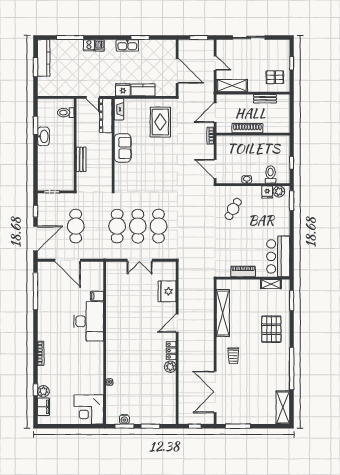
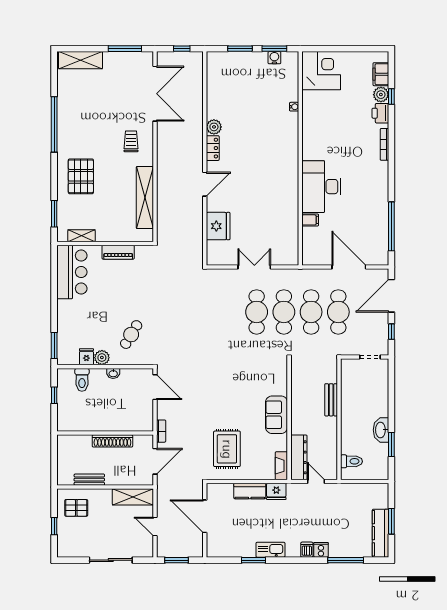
plant: (279, 191) -> (102, 358), moved
cafe table: (159, 226) -> (311, 312), moved
printer: (44, 377) -> (380, 113), added
shelving: (283, 407) -> (80, 60), moved, turned 90

